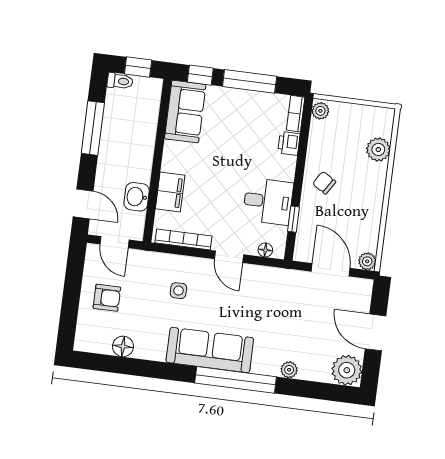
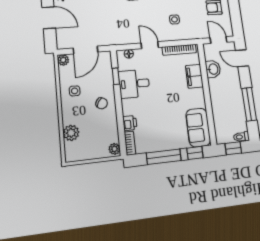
side table: (360, 210) -> (75, 91), added
door: (331, 270) -> (85, 50), hinge flipped

